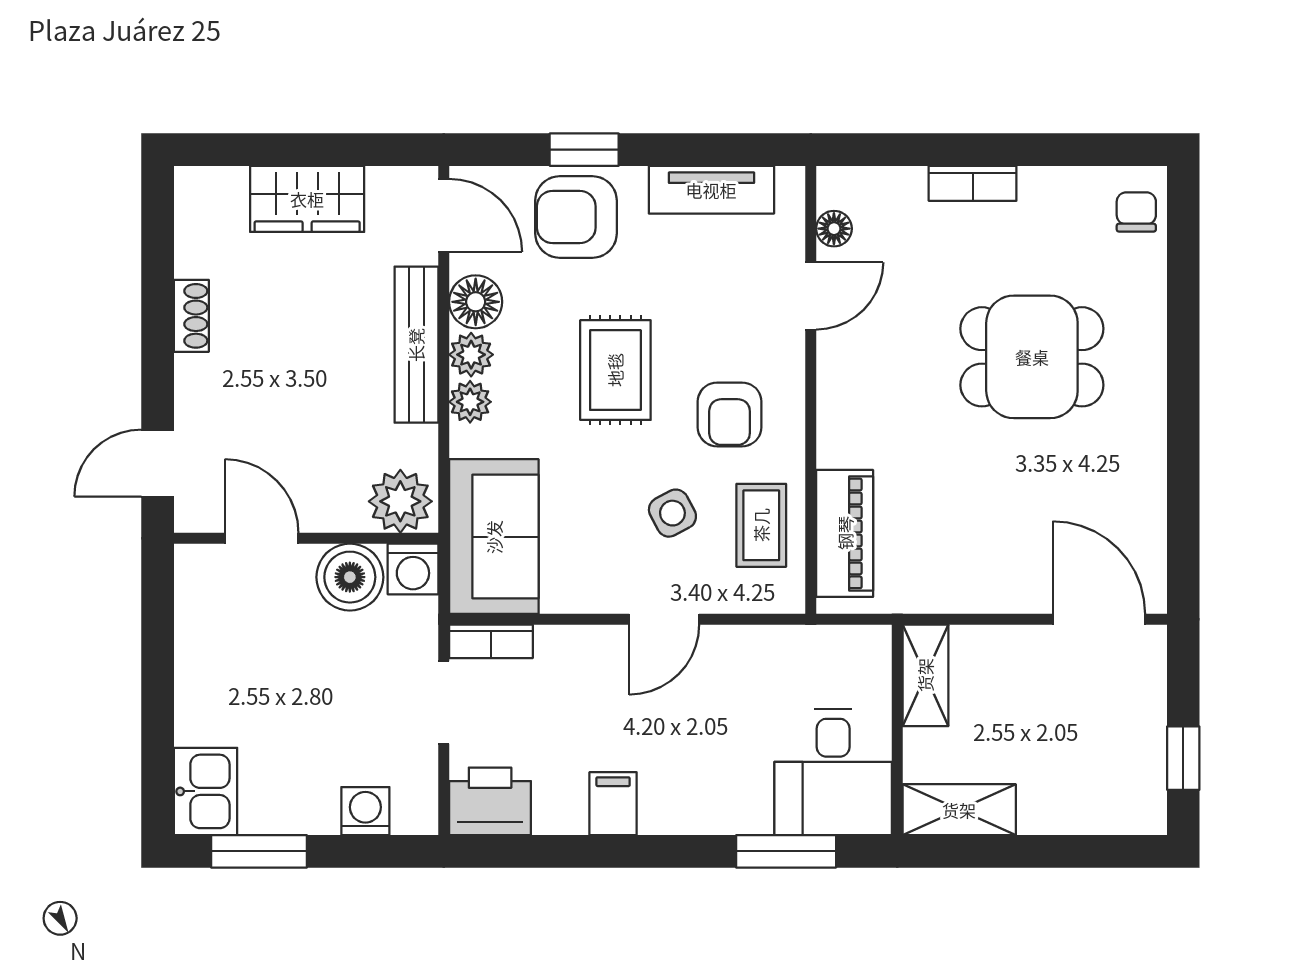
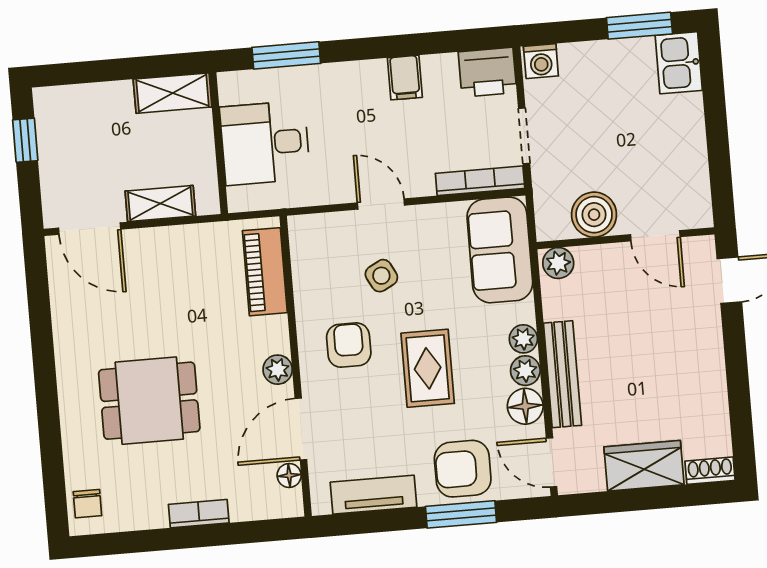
window: (584, 150) -> (461, 514), width x1.50
armchair: (576, 217) -> (463, 469), turned 180
door: (811, 296) -> (301, 429), width x1.38
shoe rack: (191, 316) -> (710, 471), moved, turned 90
plant: (838, 387) -> (278, 370), added
plant: (400, 501) -> (558, 263), width x0.73, depth x0.73
coffee table: (761, 525) -> (321, 272), removed
washing machine: (413, 569) -> (552, 224), removed
door: (664, 619) -> (381, 204), hinge flipped
bookcase: (491, 641) -> (480, 181), width x1.56
shelving: (925, 675) -> (160, 204), moved, turned 90
desk: (833, 772) -> (265, 143), moved, turned -90
washing machine: (365, 811) -> (541, 61), moved

